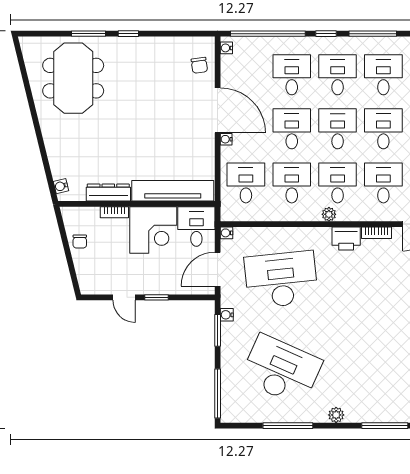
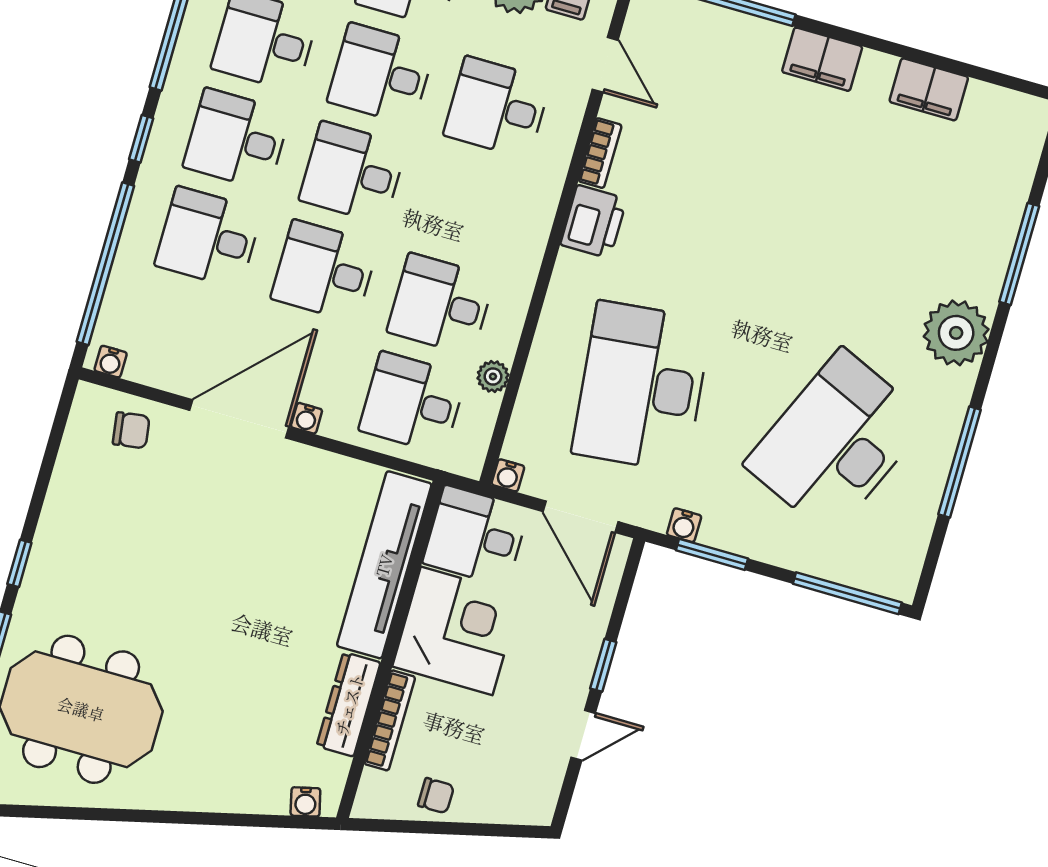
desk: (338, 183) -> (469, 206), removed
bookcase: (114, 212) -> (390, 720), width x1.56
plant: (329, 214) -> (493, 376), moved
plant: (336, 415) -> (956, 333), width x1.88, depth x1.88

